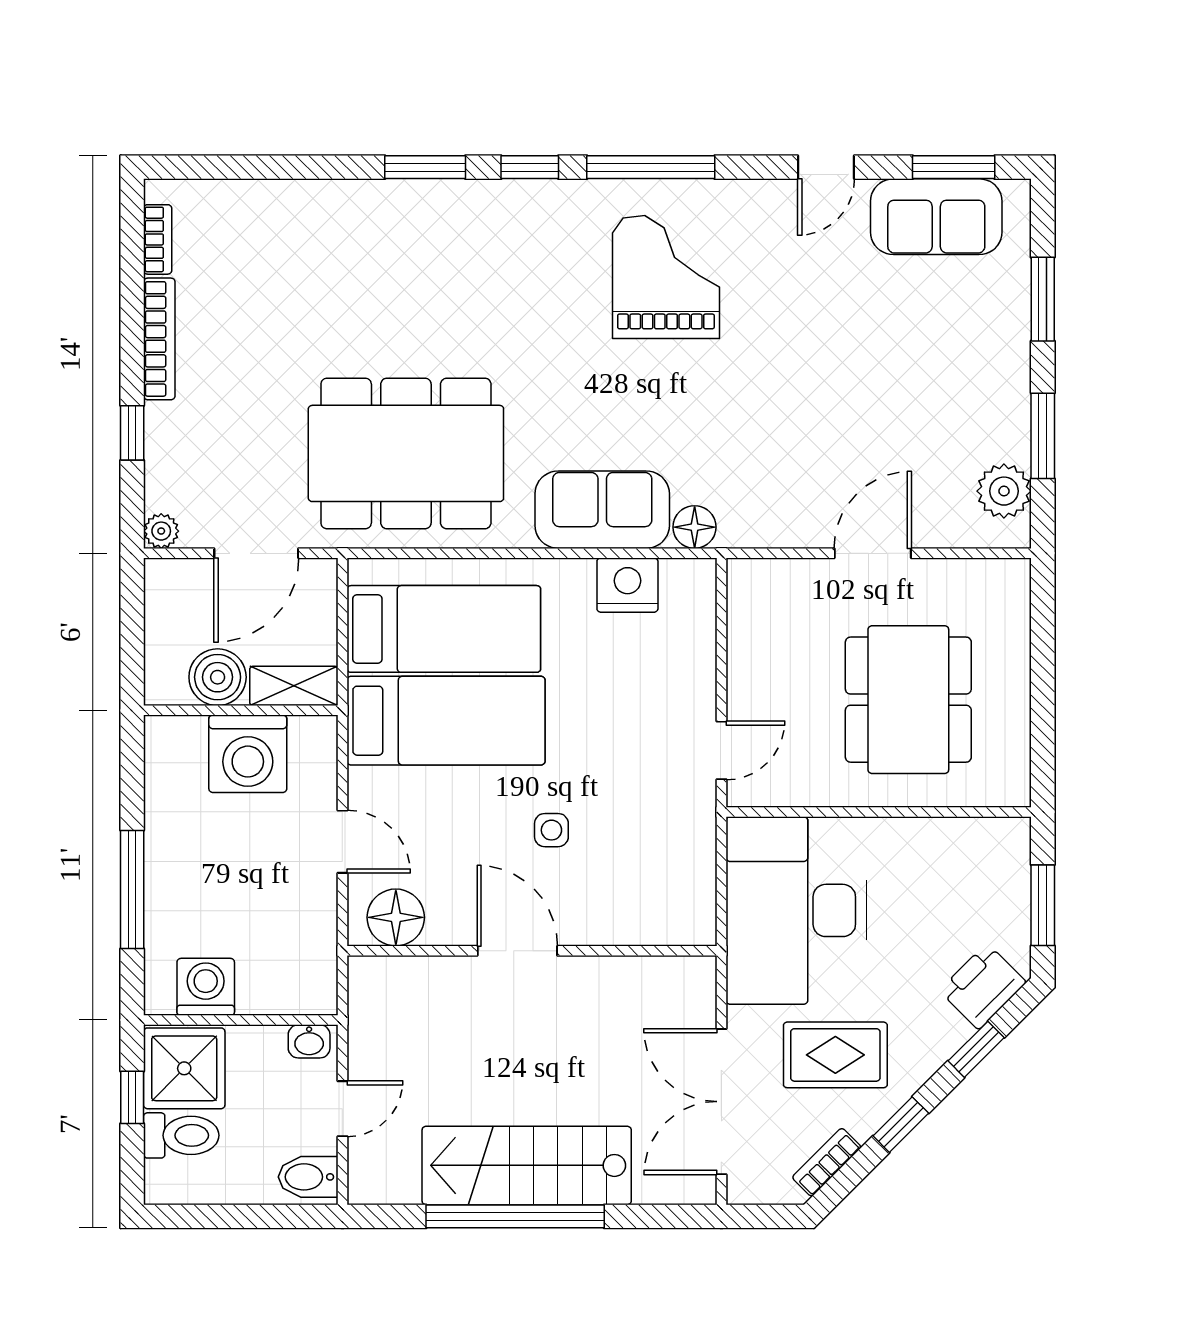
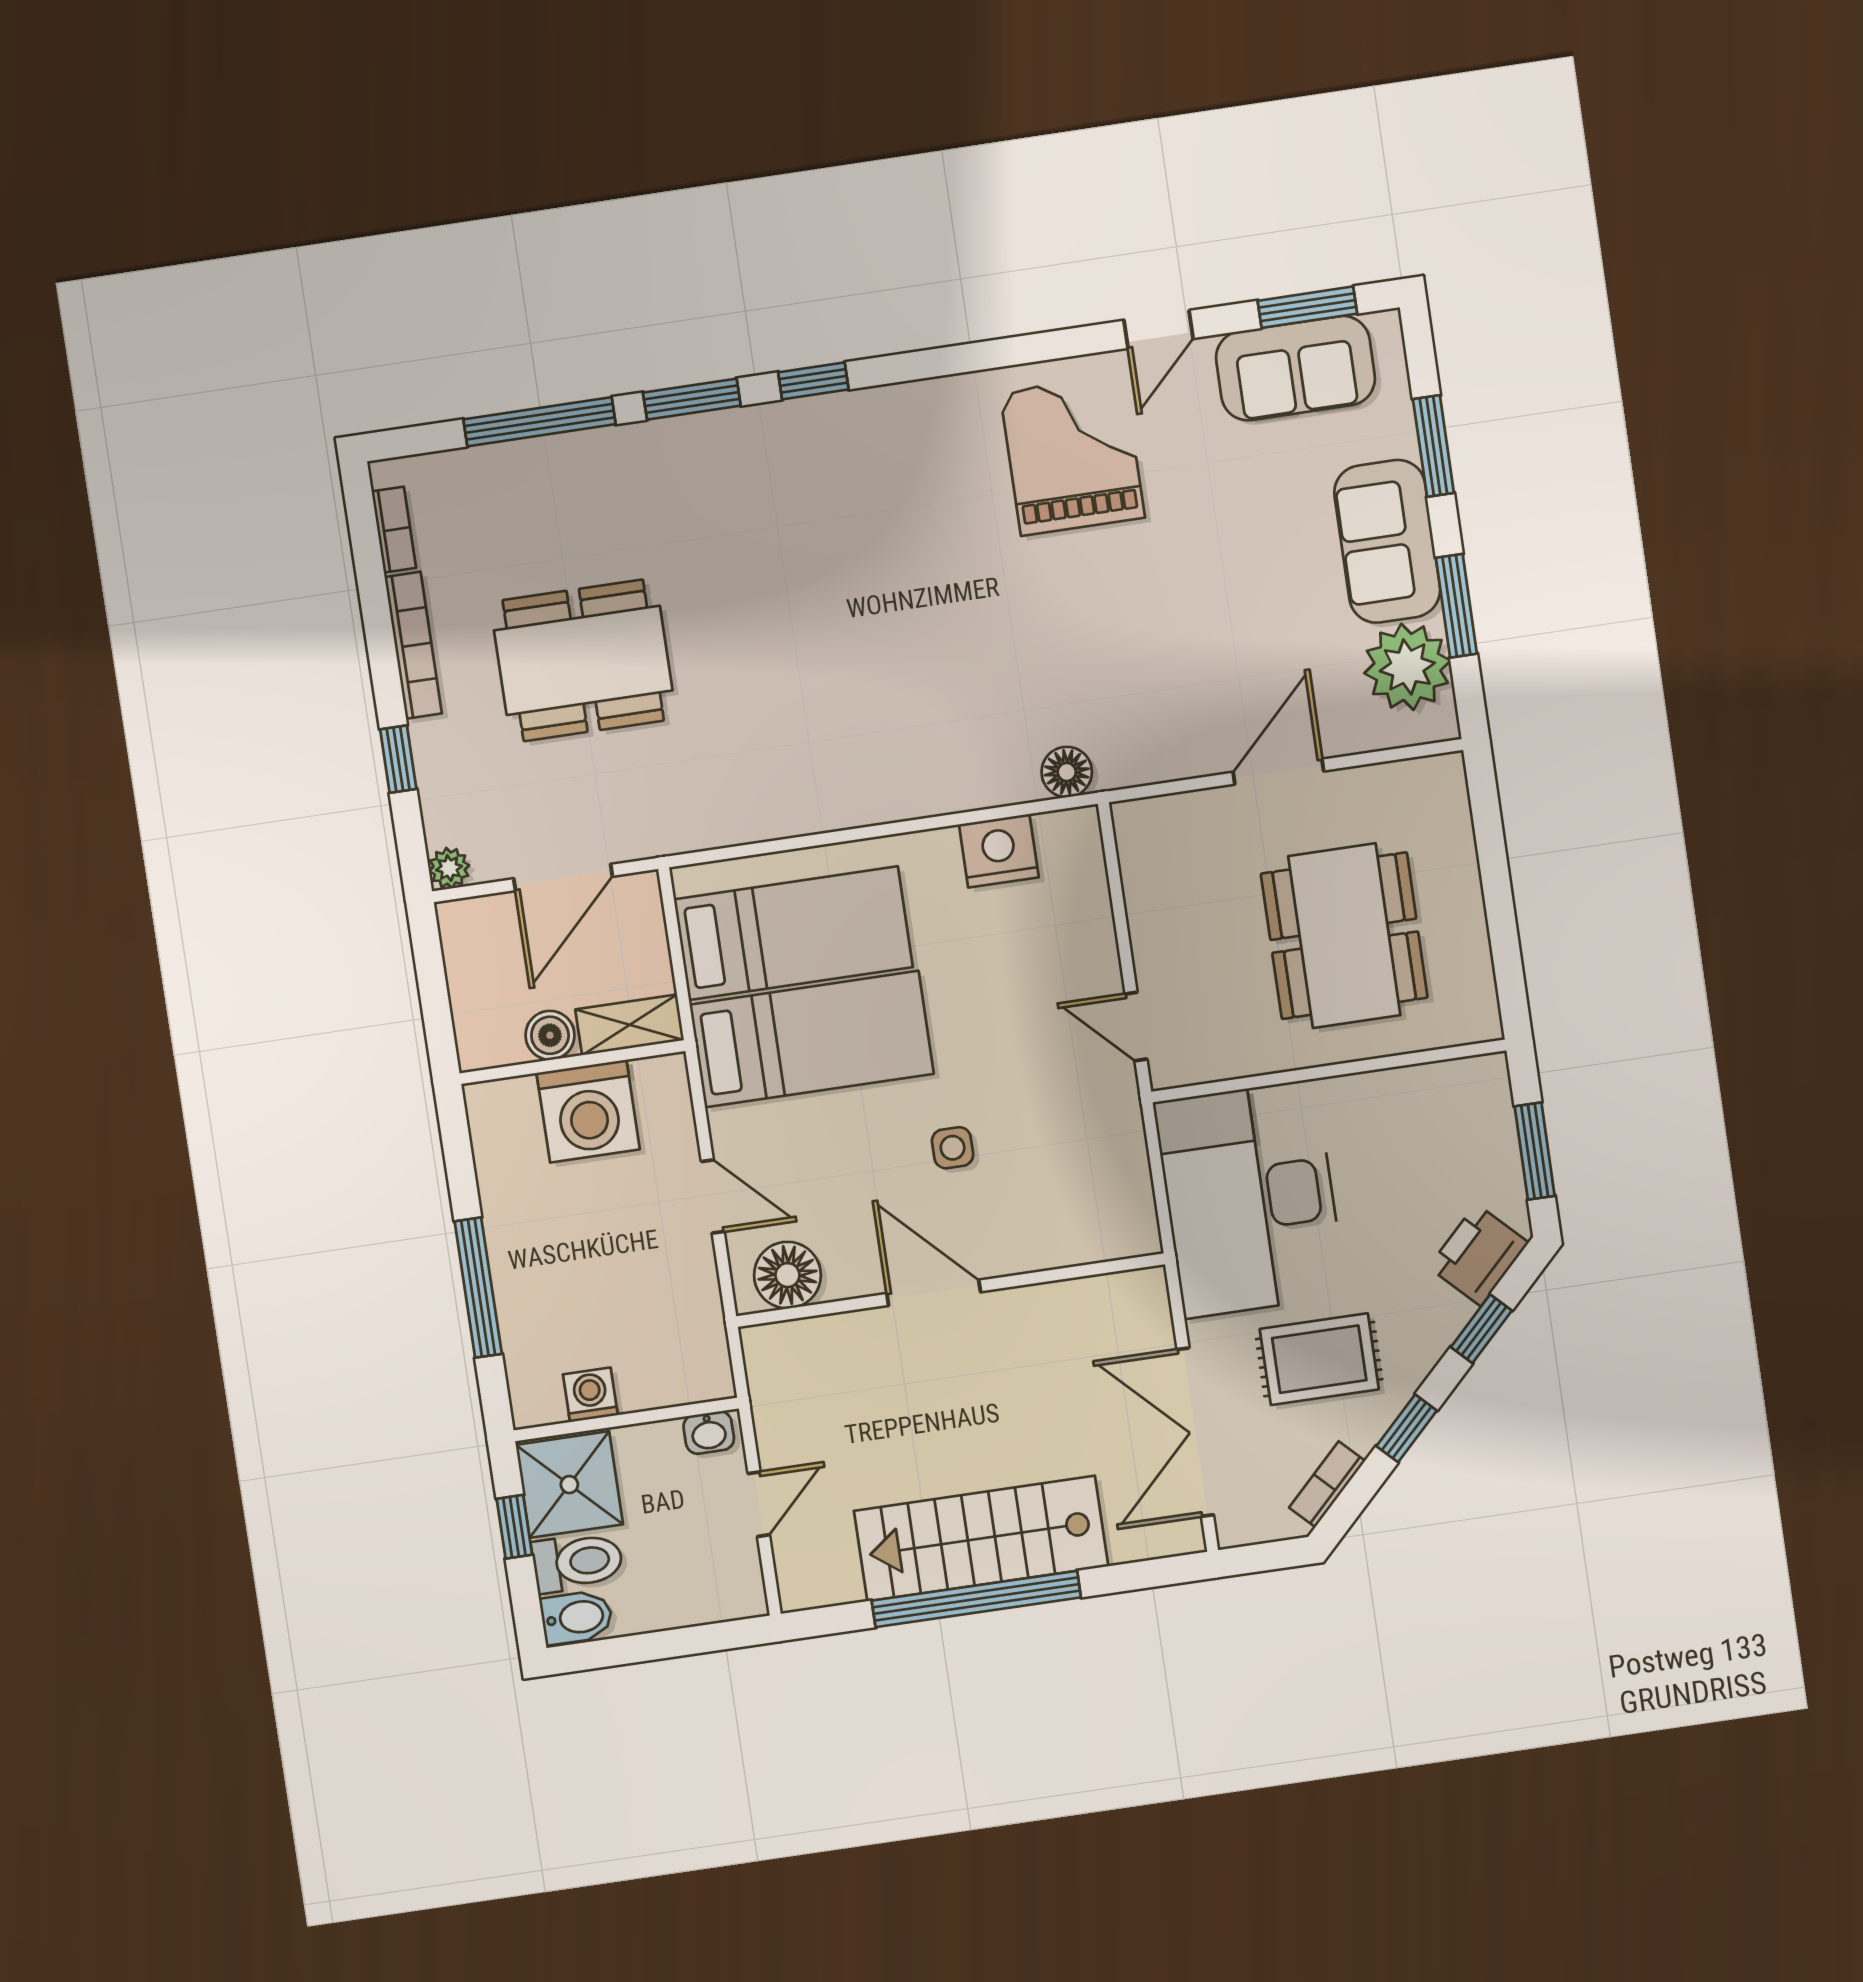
window: (651, 167) -> (540, 422), moved
grand piano: (666, 277) -> (1072, 455), moved
dining table: (406, 453) -> (583, 660), moved, width x0.73, depth x0.80
plant: (1004, 491) -> (1407, 667), width x1.36, depth x1.36
sofa: (602, 510) -> (1387, 541), moved, turned -90
boiler: (218, 677) -> (550, 1035), width x0.73, depth x0.73
door: (721, 750) -> (1136, 1027), swing flipped
washing machine: (206, 987) -> (590, 1395), width x0.73, depth x0.73
bidet: (308, 1177) -> (577, 1617), moved, turned 180

